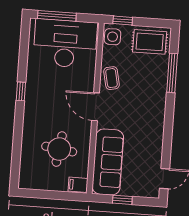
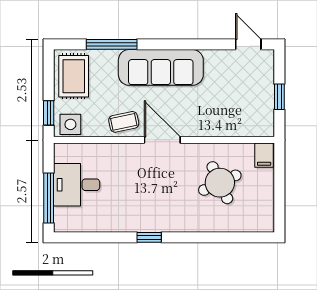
desk: (65, 43) -> (77, 185), width x0.53, depth x0.77
door: (95, 107) -> (162, 140), swing flipped
round table: (59, 149) -> (220, 183), turned -33
sofa: (108, 162) -> (161, 67), moved, turned 180

